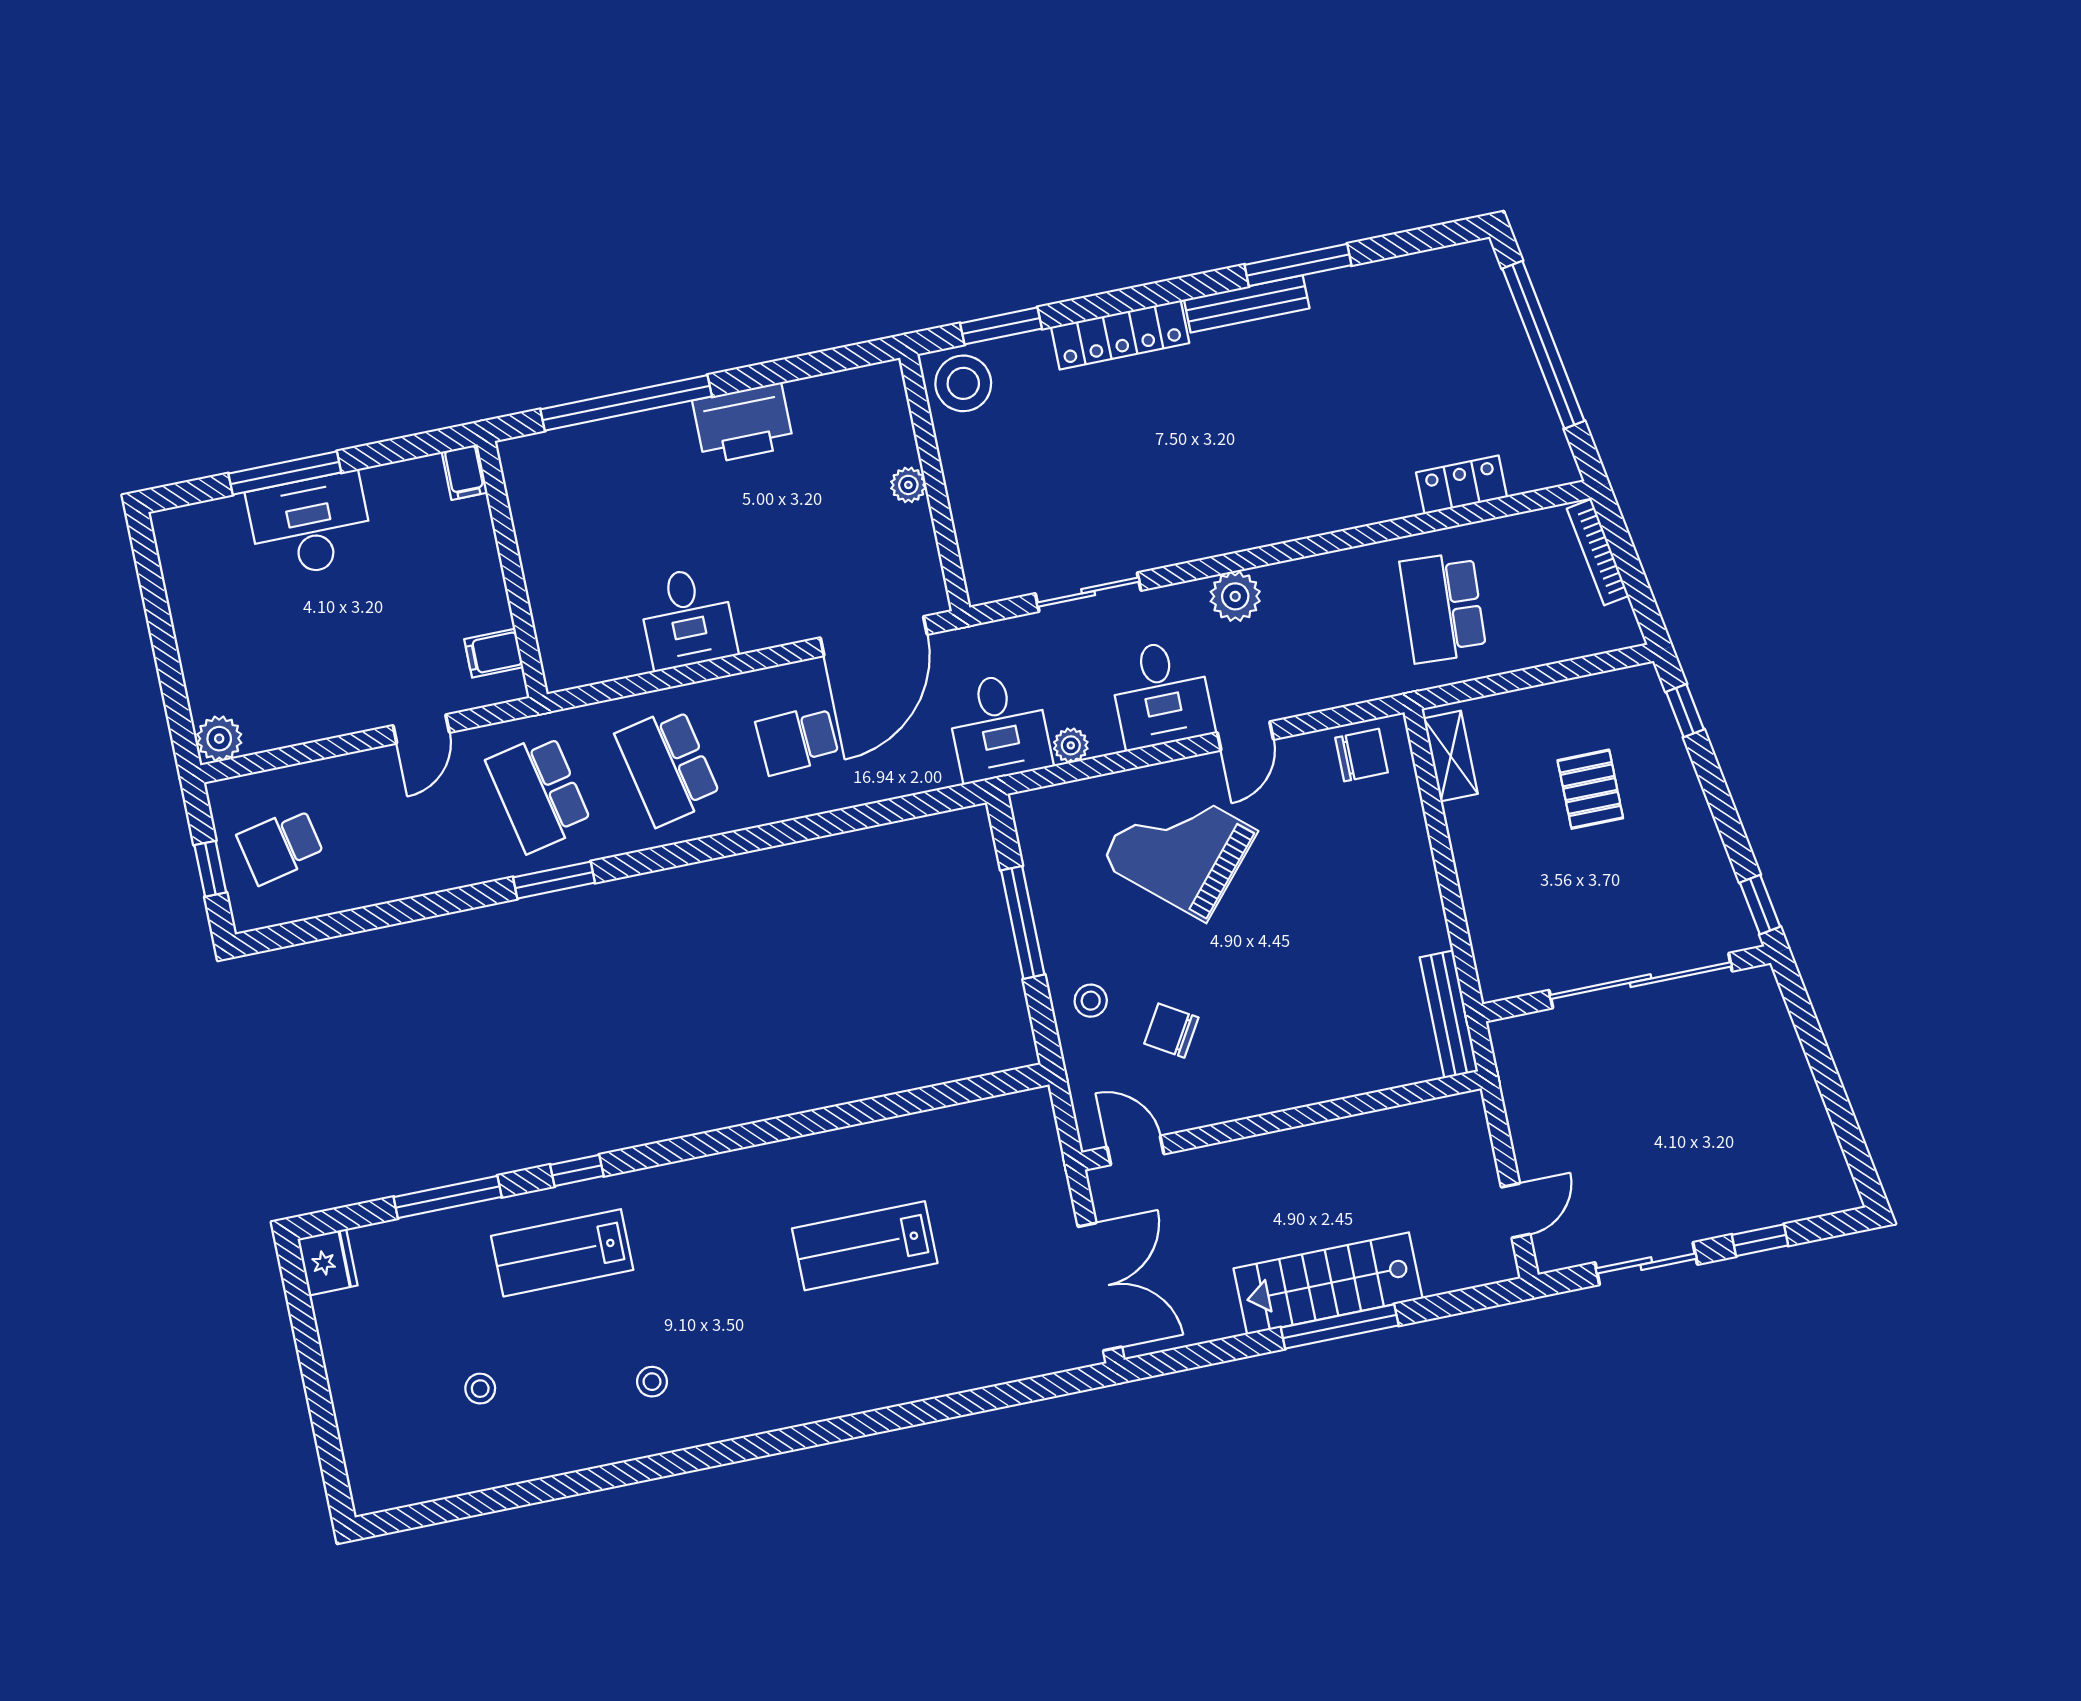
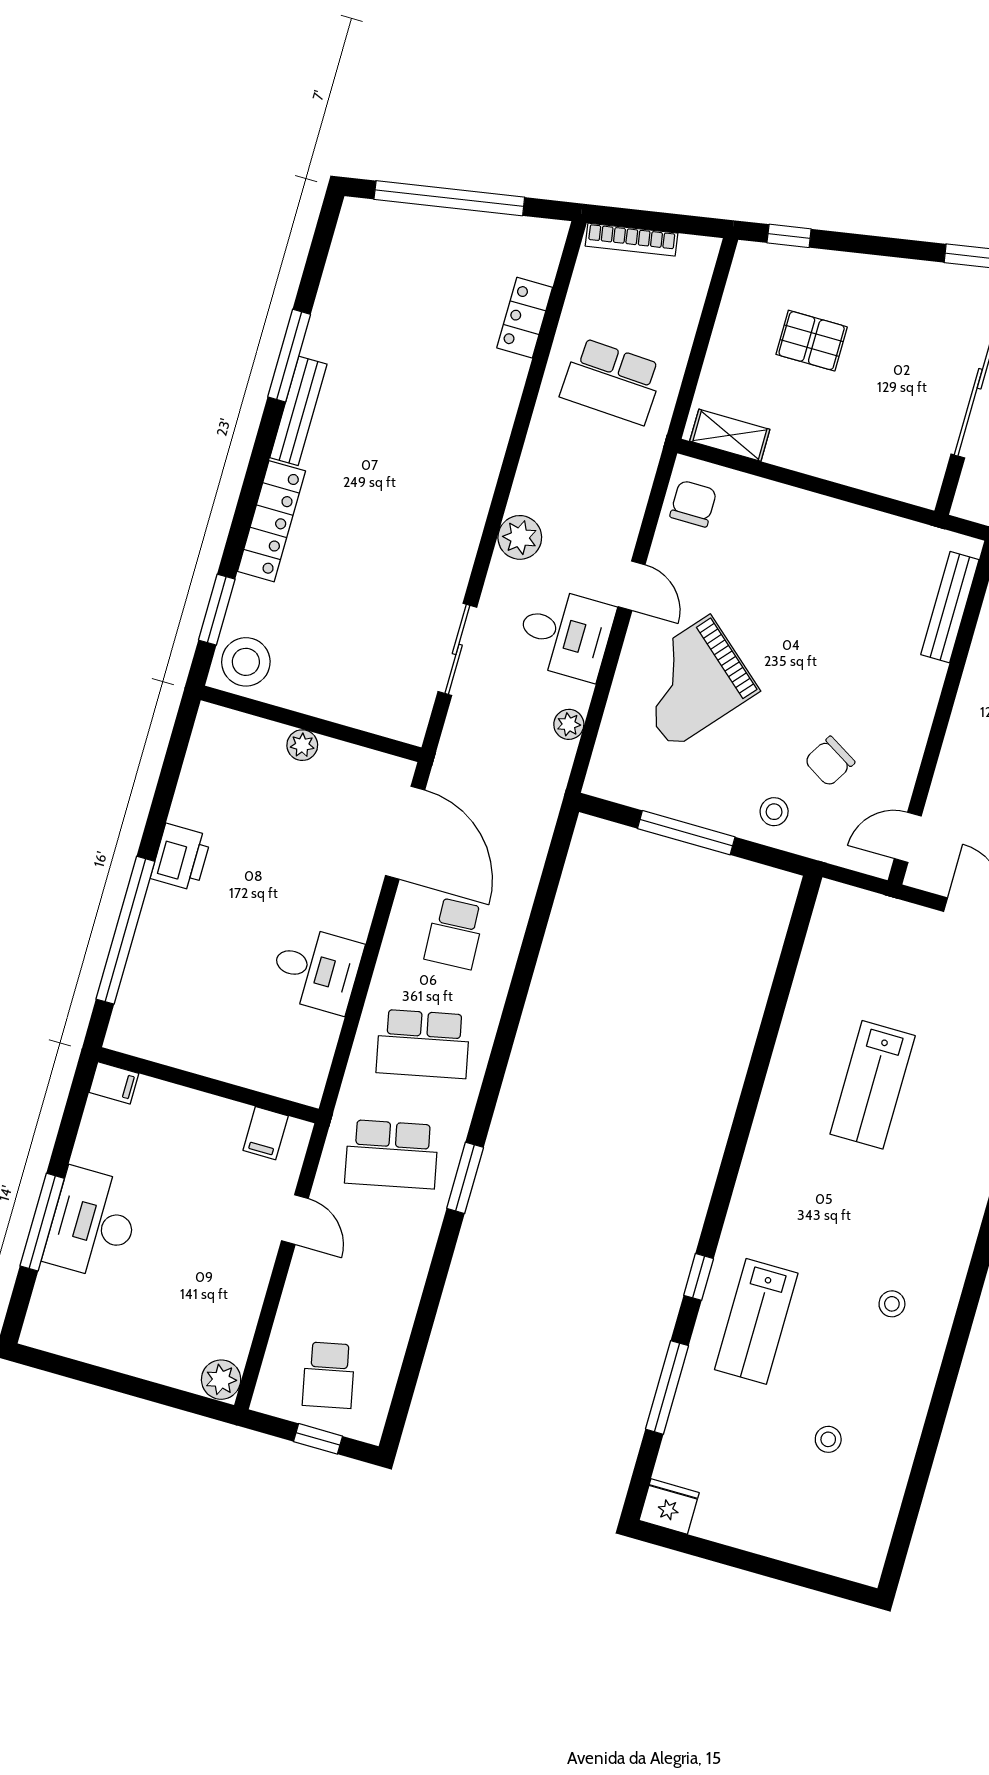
printer: (743, 423) -> (181, 857), width x0.73, depth x0.84
desk: (999, 727) -> (526, 773), removed
bench: (1449, 1014) -> (950, 607), moved, turned 90

